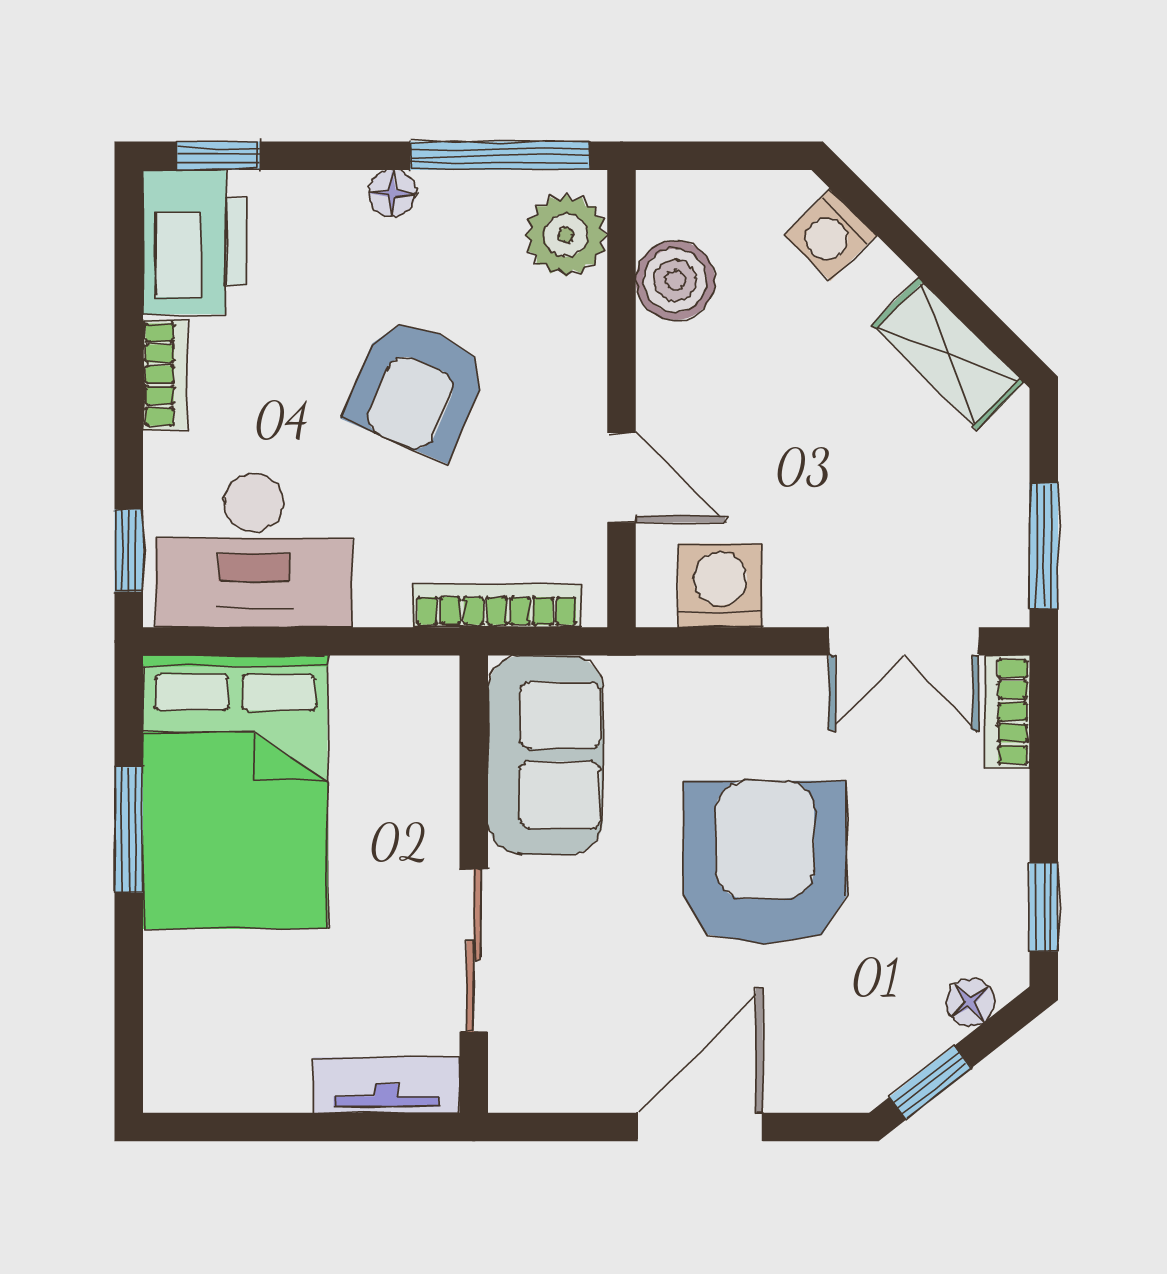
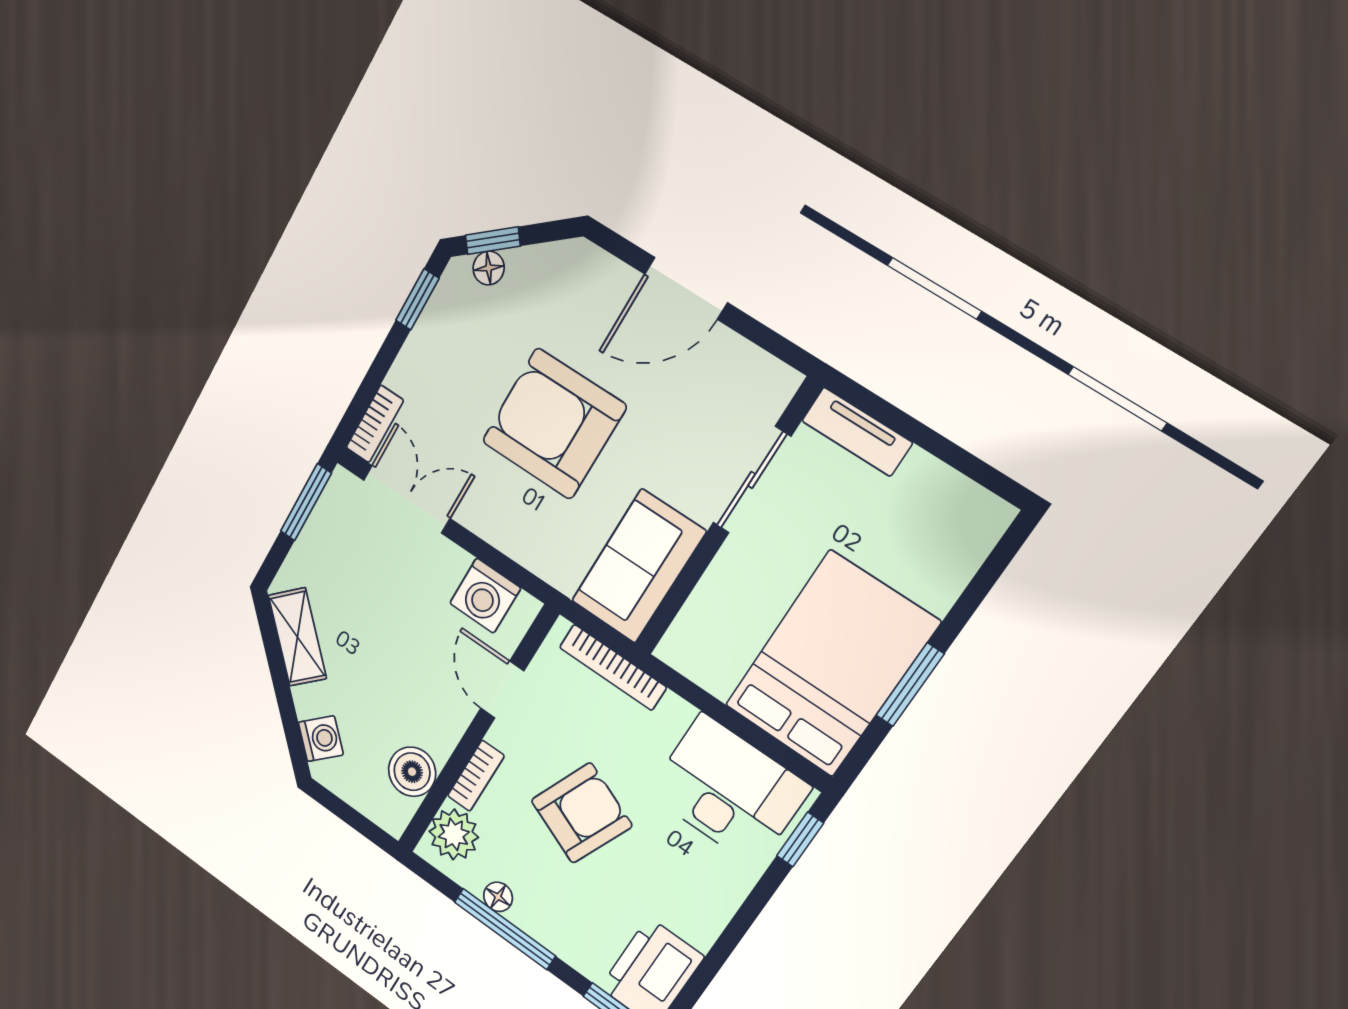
window: (500, 156) -> (505, 929), moved
floor lamp: (392, 193) -> (498, 897), moved
bookcase: (165, 375) -> (476, 776), moved, turned 180
armchair: (765, 863) -> (554, 424), turned 90
window: (930, 1083) -> (493, 241), moved

